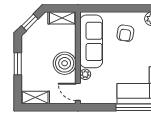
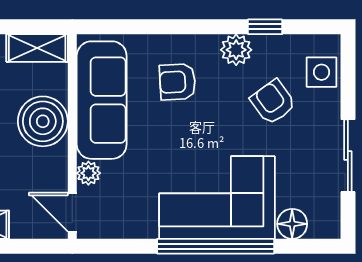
armchair: (125, 33) -> (177, 82), turned 78
boiler: (65, 63) -> (43, 121), moved

